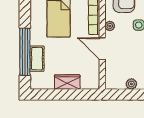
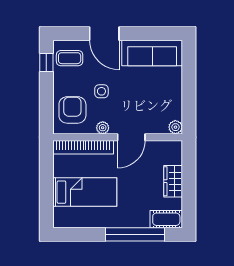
cot: (37, 59) -> (166, 219), moved
plant: (131, 84) -> (175, 127), moved

